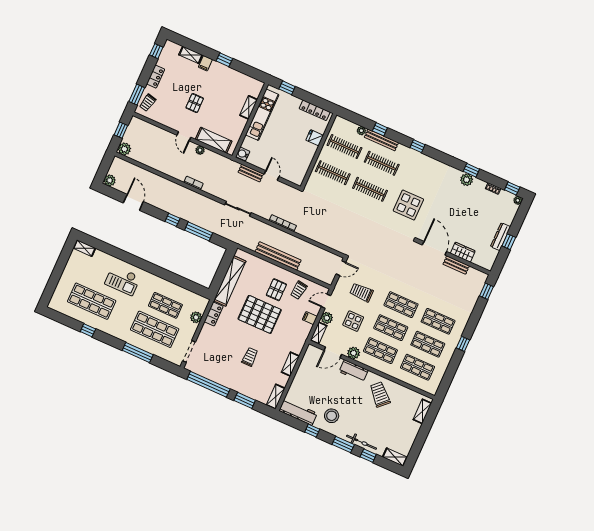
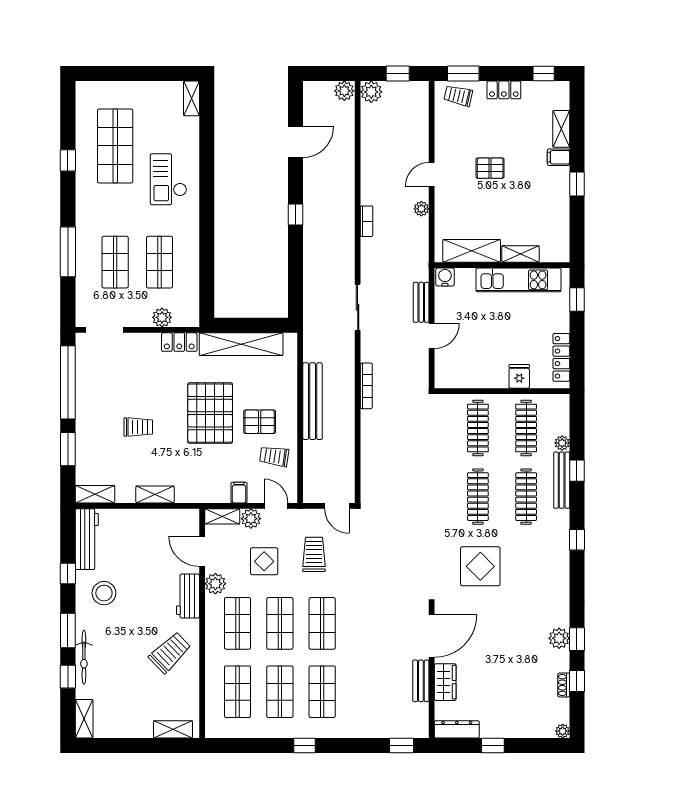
shelving: (214, 140) -> (472, 251), moved, turned 90
plant: (110, 180) -> (344, 91), moved
window: (512, 188) -> (577, 681), moved
window: (199, 231) -> (296, 262), removed
dresser: (501, 237) -> (457, 729), moved
shop shelf: (155, 329) -> (115, 262), width x0.70, depth x0.74

